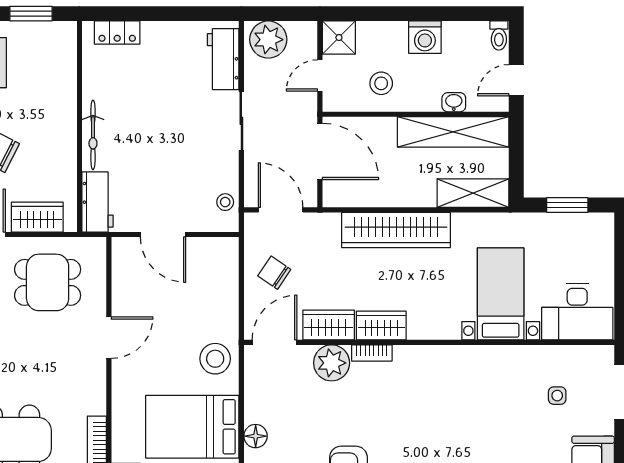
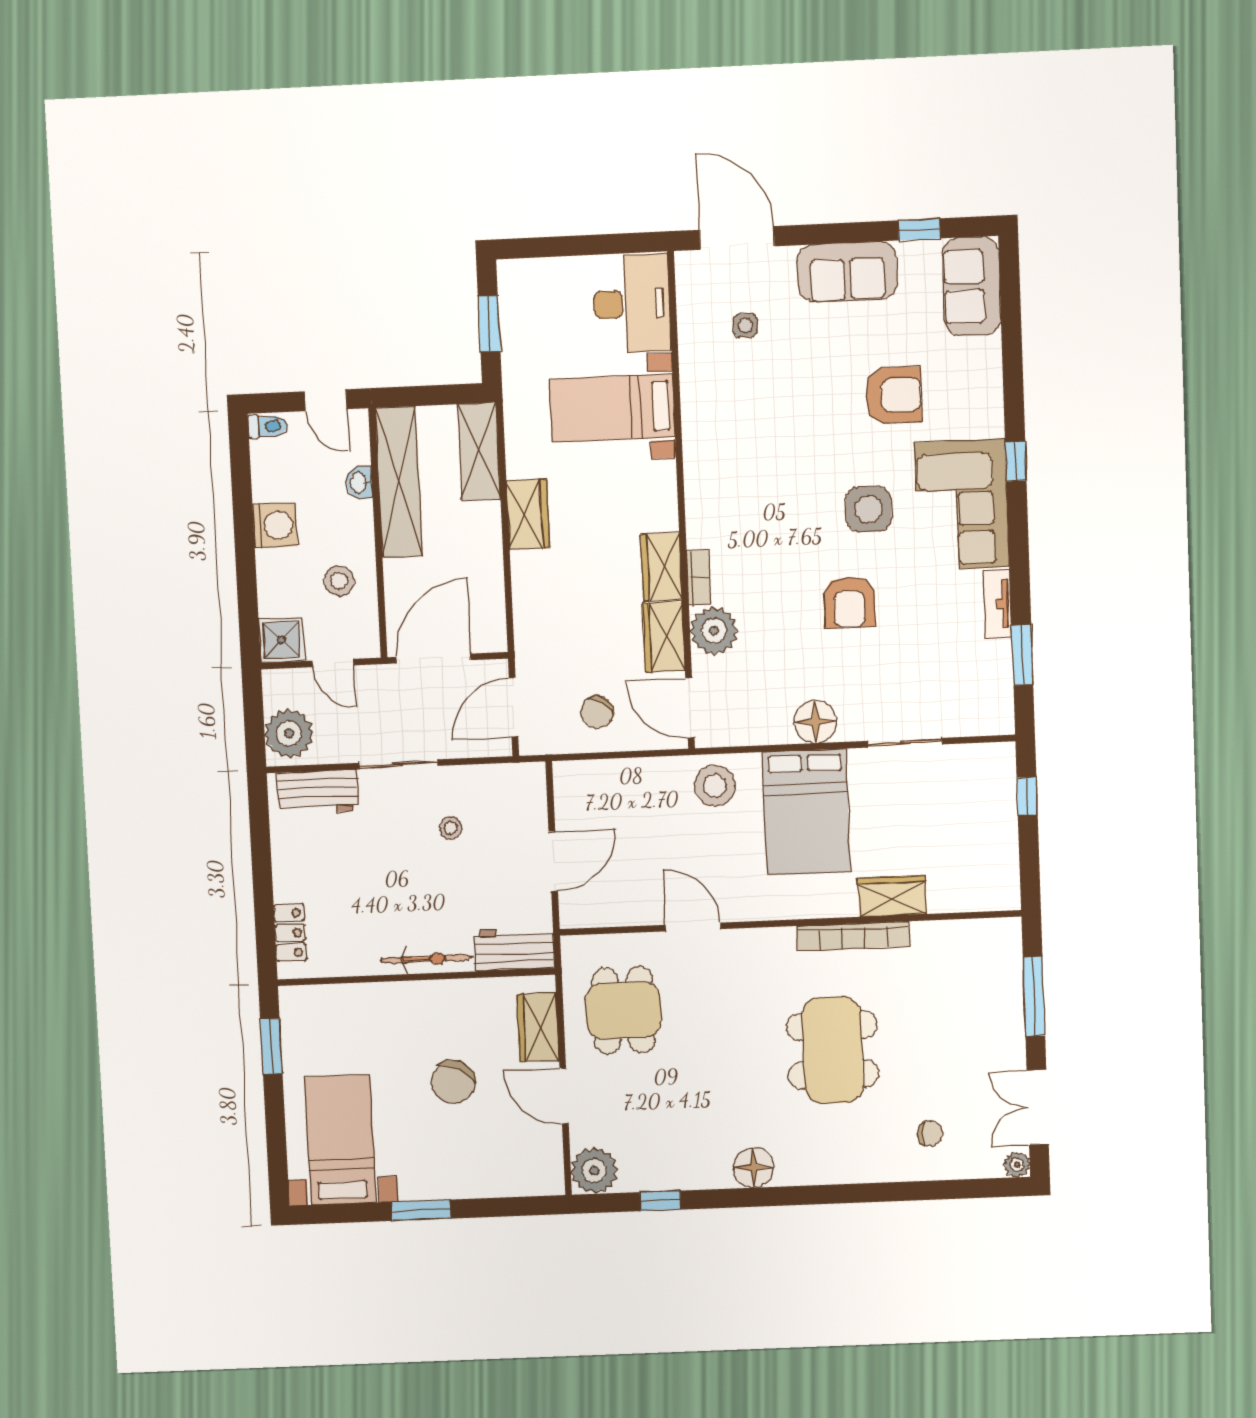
stool: (225, 202) -> (451, 828), moved
wardrobe: (396, 230) -> (528, 514), width x0.48, depth x0.85
floor lamp: (256, 436) -> (815, 722), width x1.38, depth x1.38

